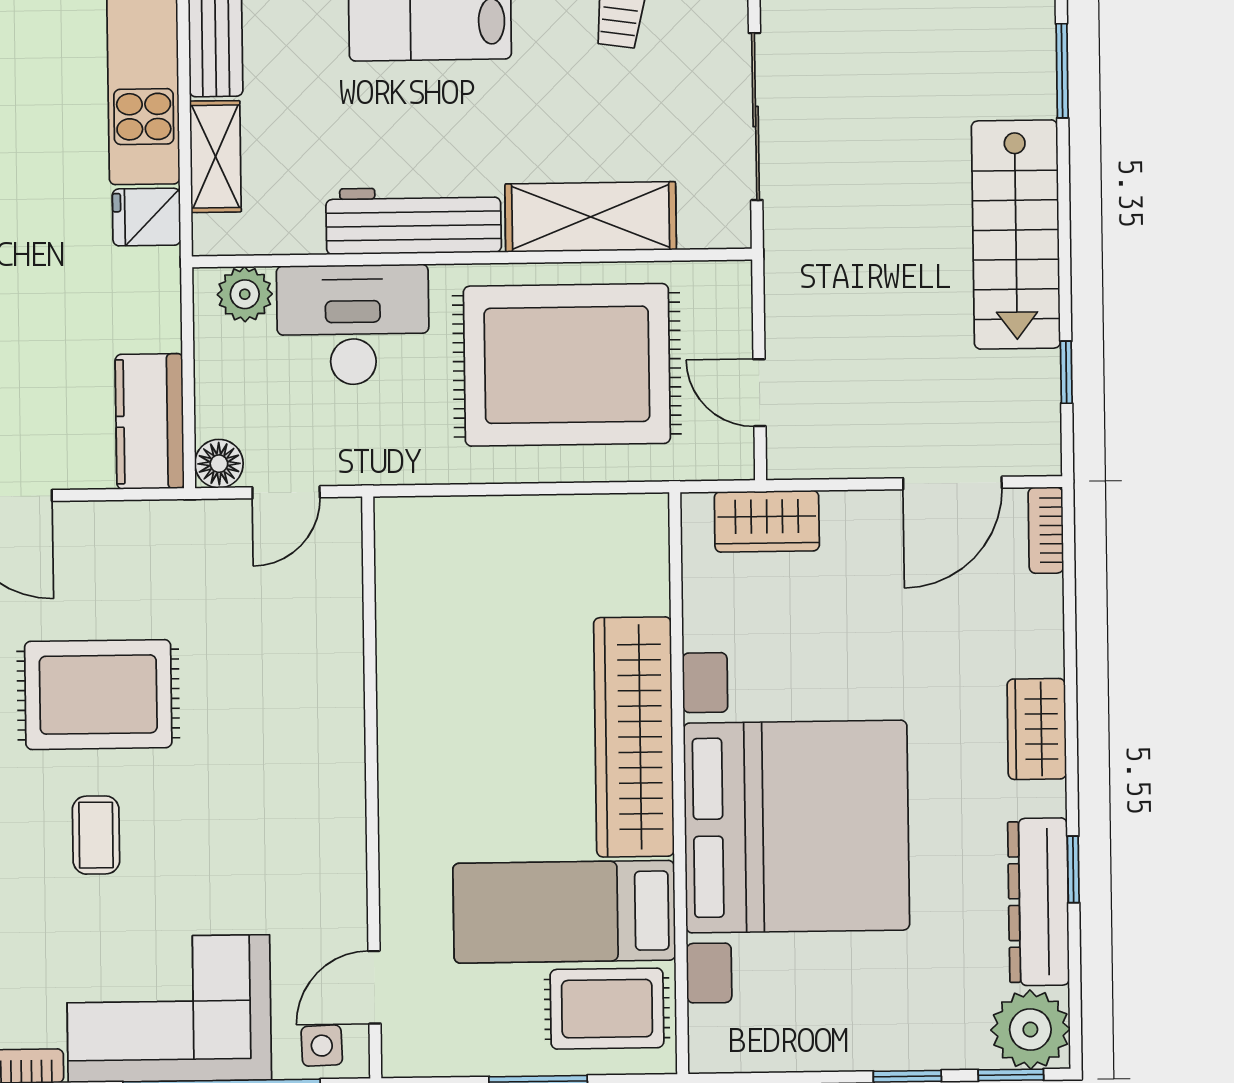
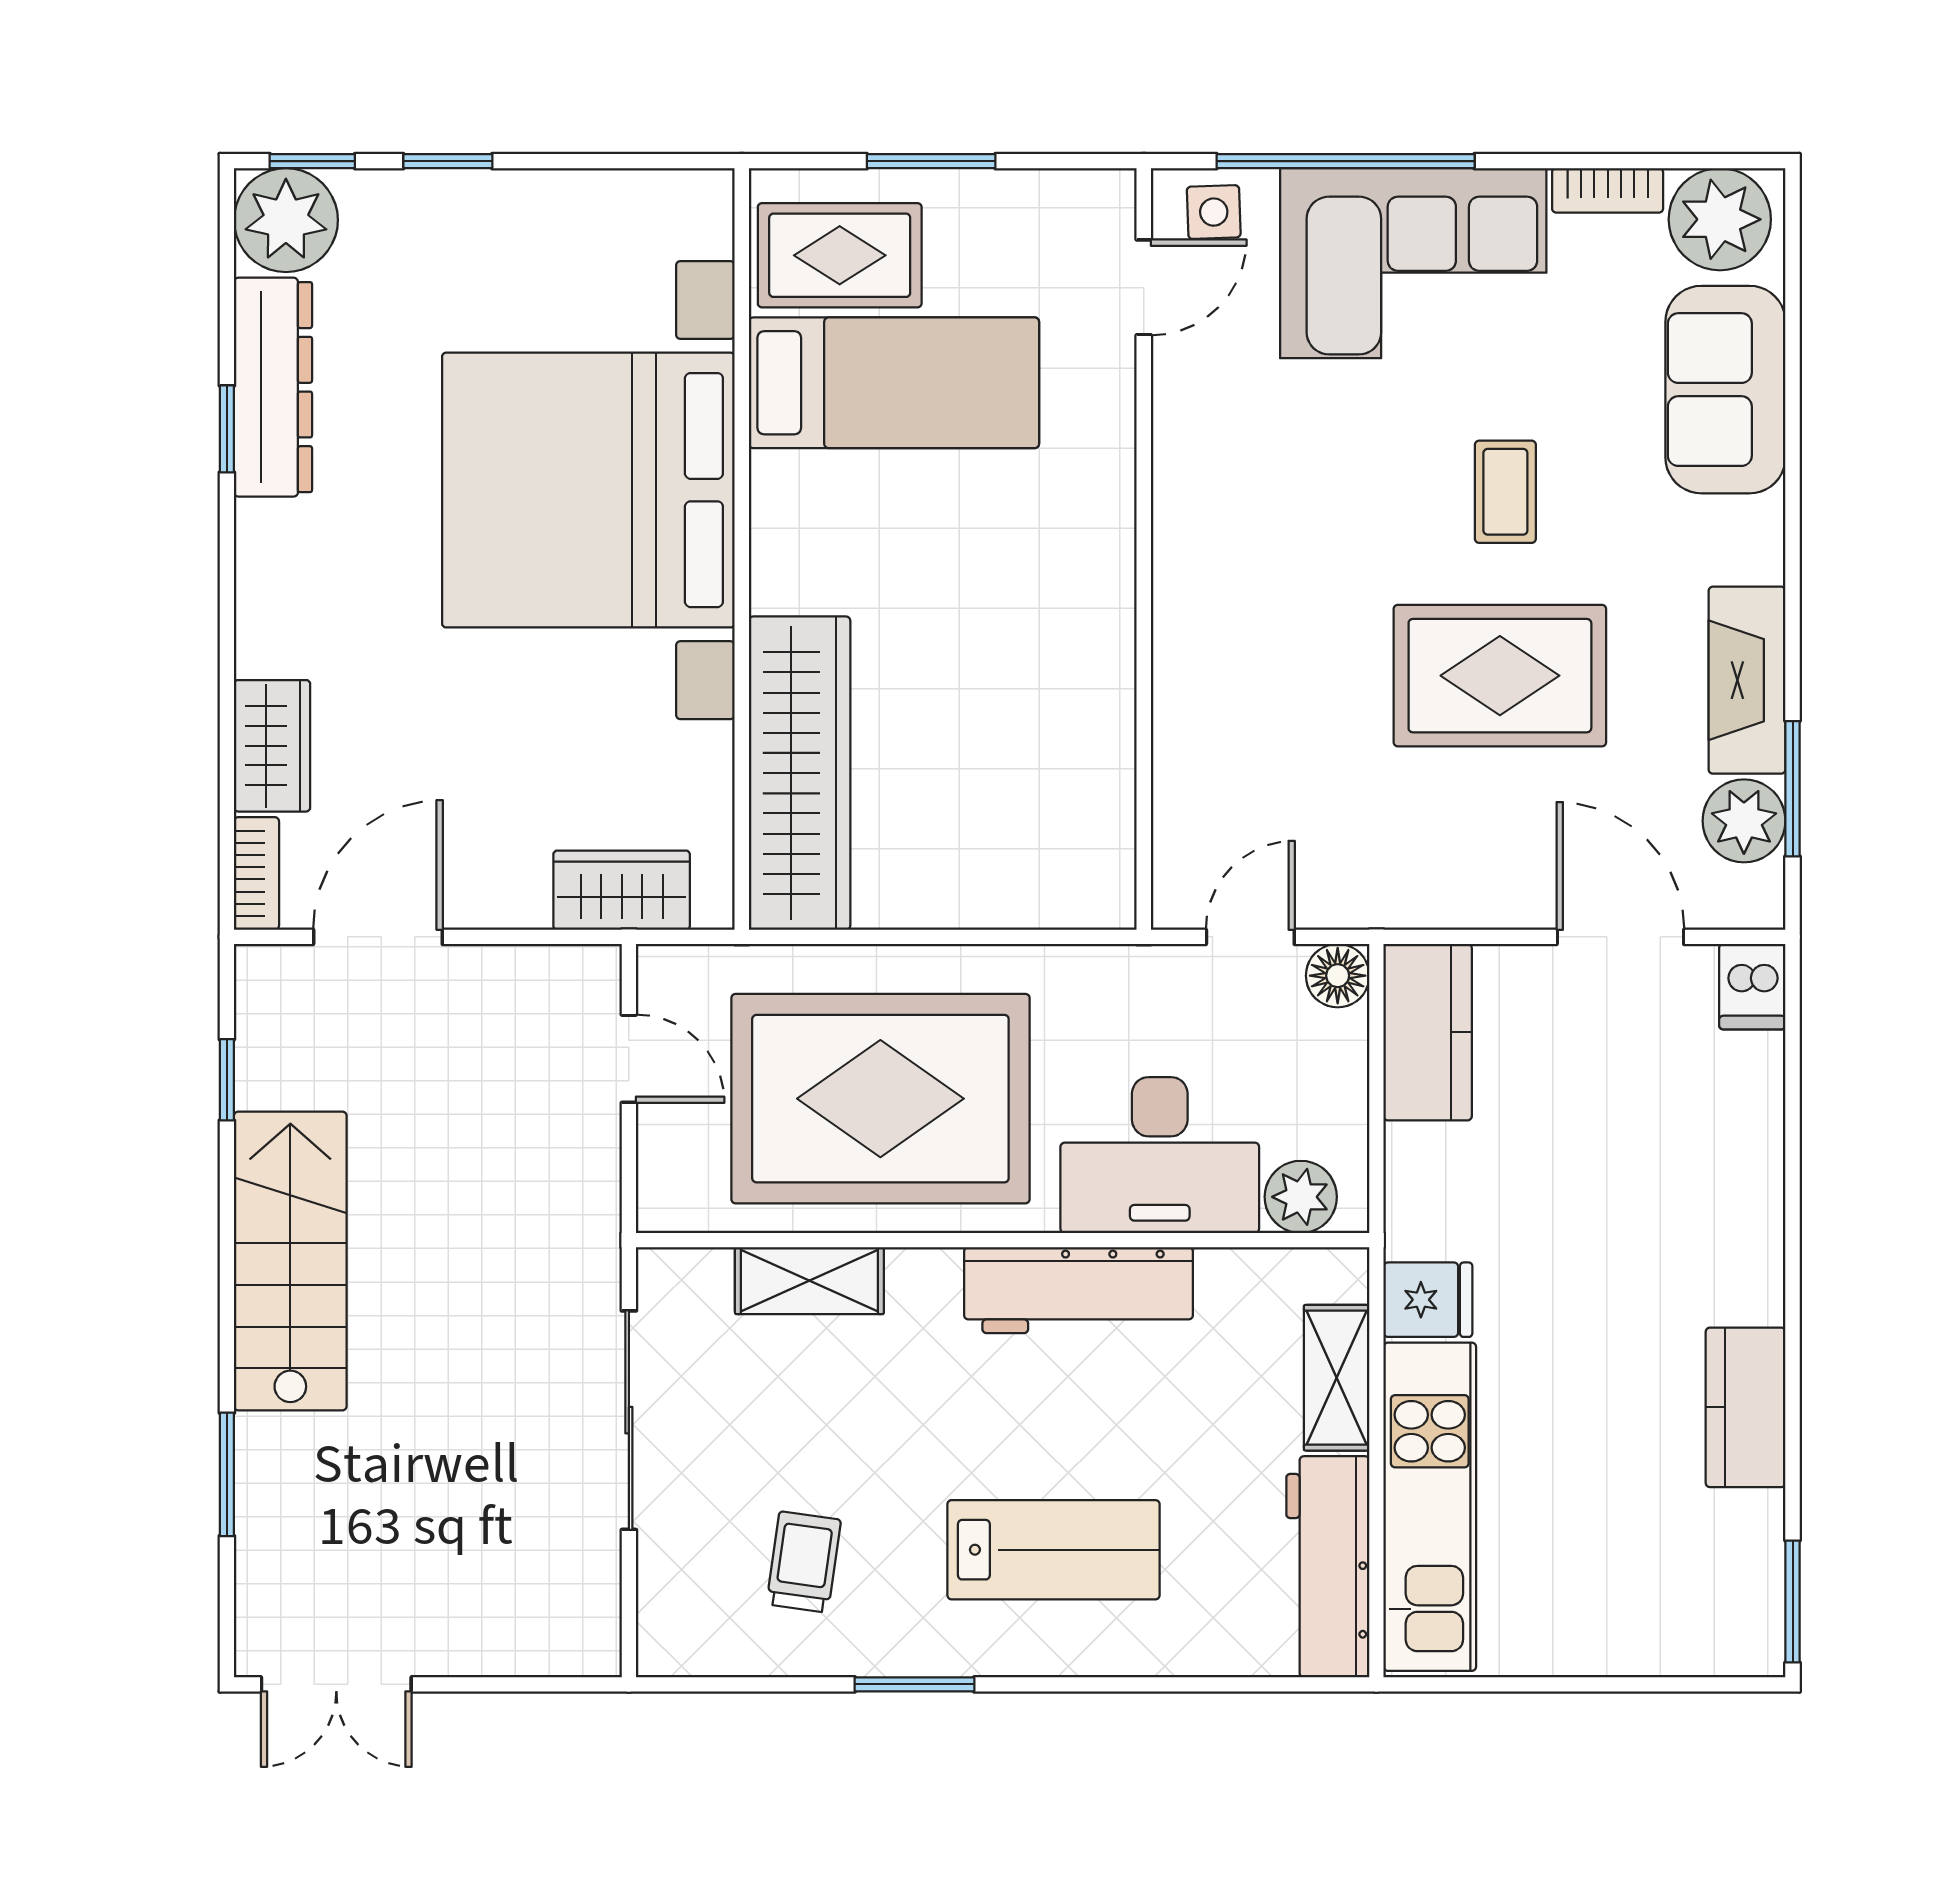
shelving: (591, 217) -> (809, 1281), width x0.67, depth x0.75
wardrobe: (1037, 729) -> (272, 746), moved
wardrobe: (634, 737) -> (800, 773), moved

